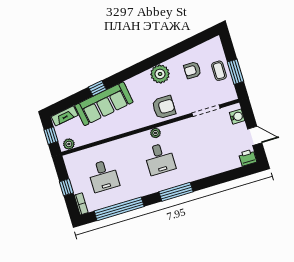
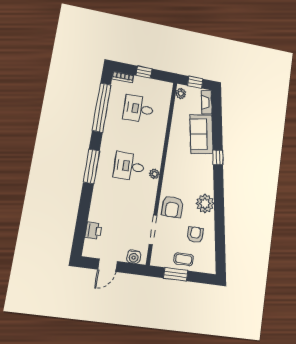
window: (97, 88) -> (218, 157), moved
sofa: (104, 104) -> (201, 134), width x0.73
armchair: (164, 107) -> (172, 207), moved
printer: (248, 158) -> (93, 231), moved

